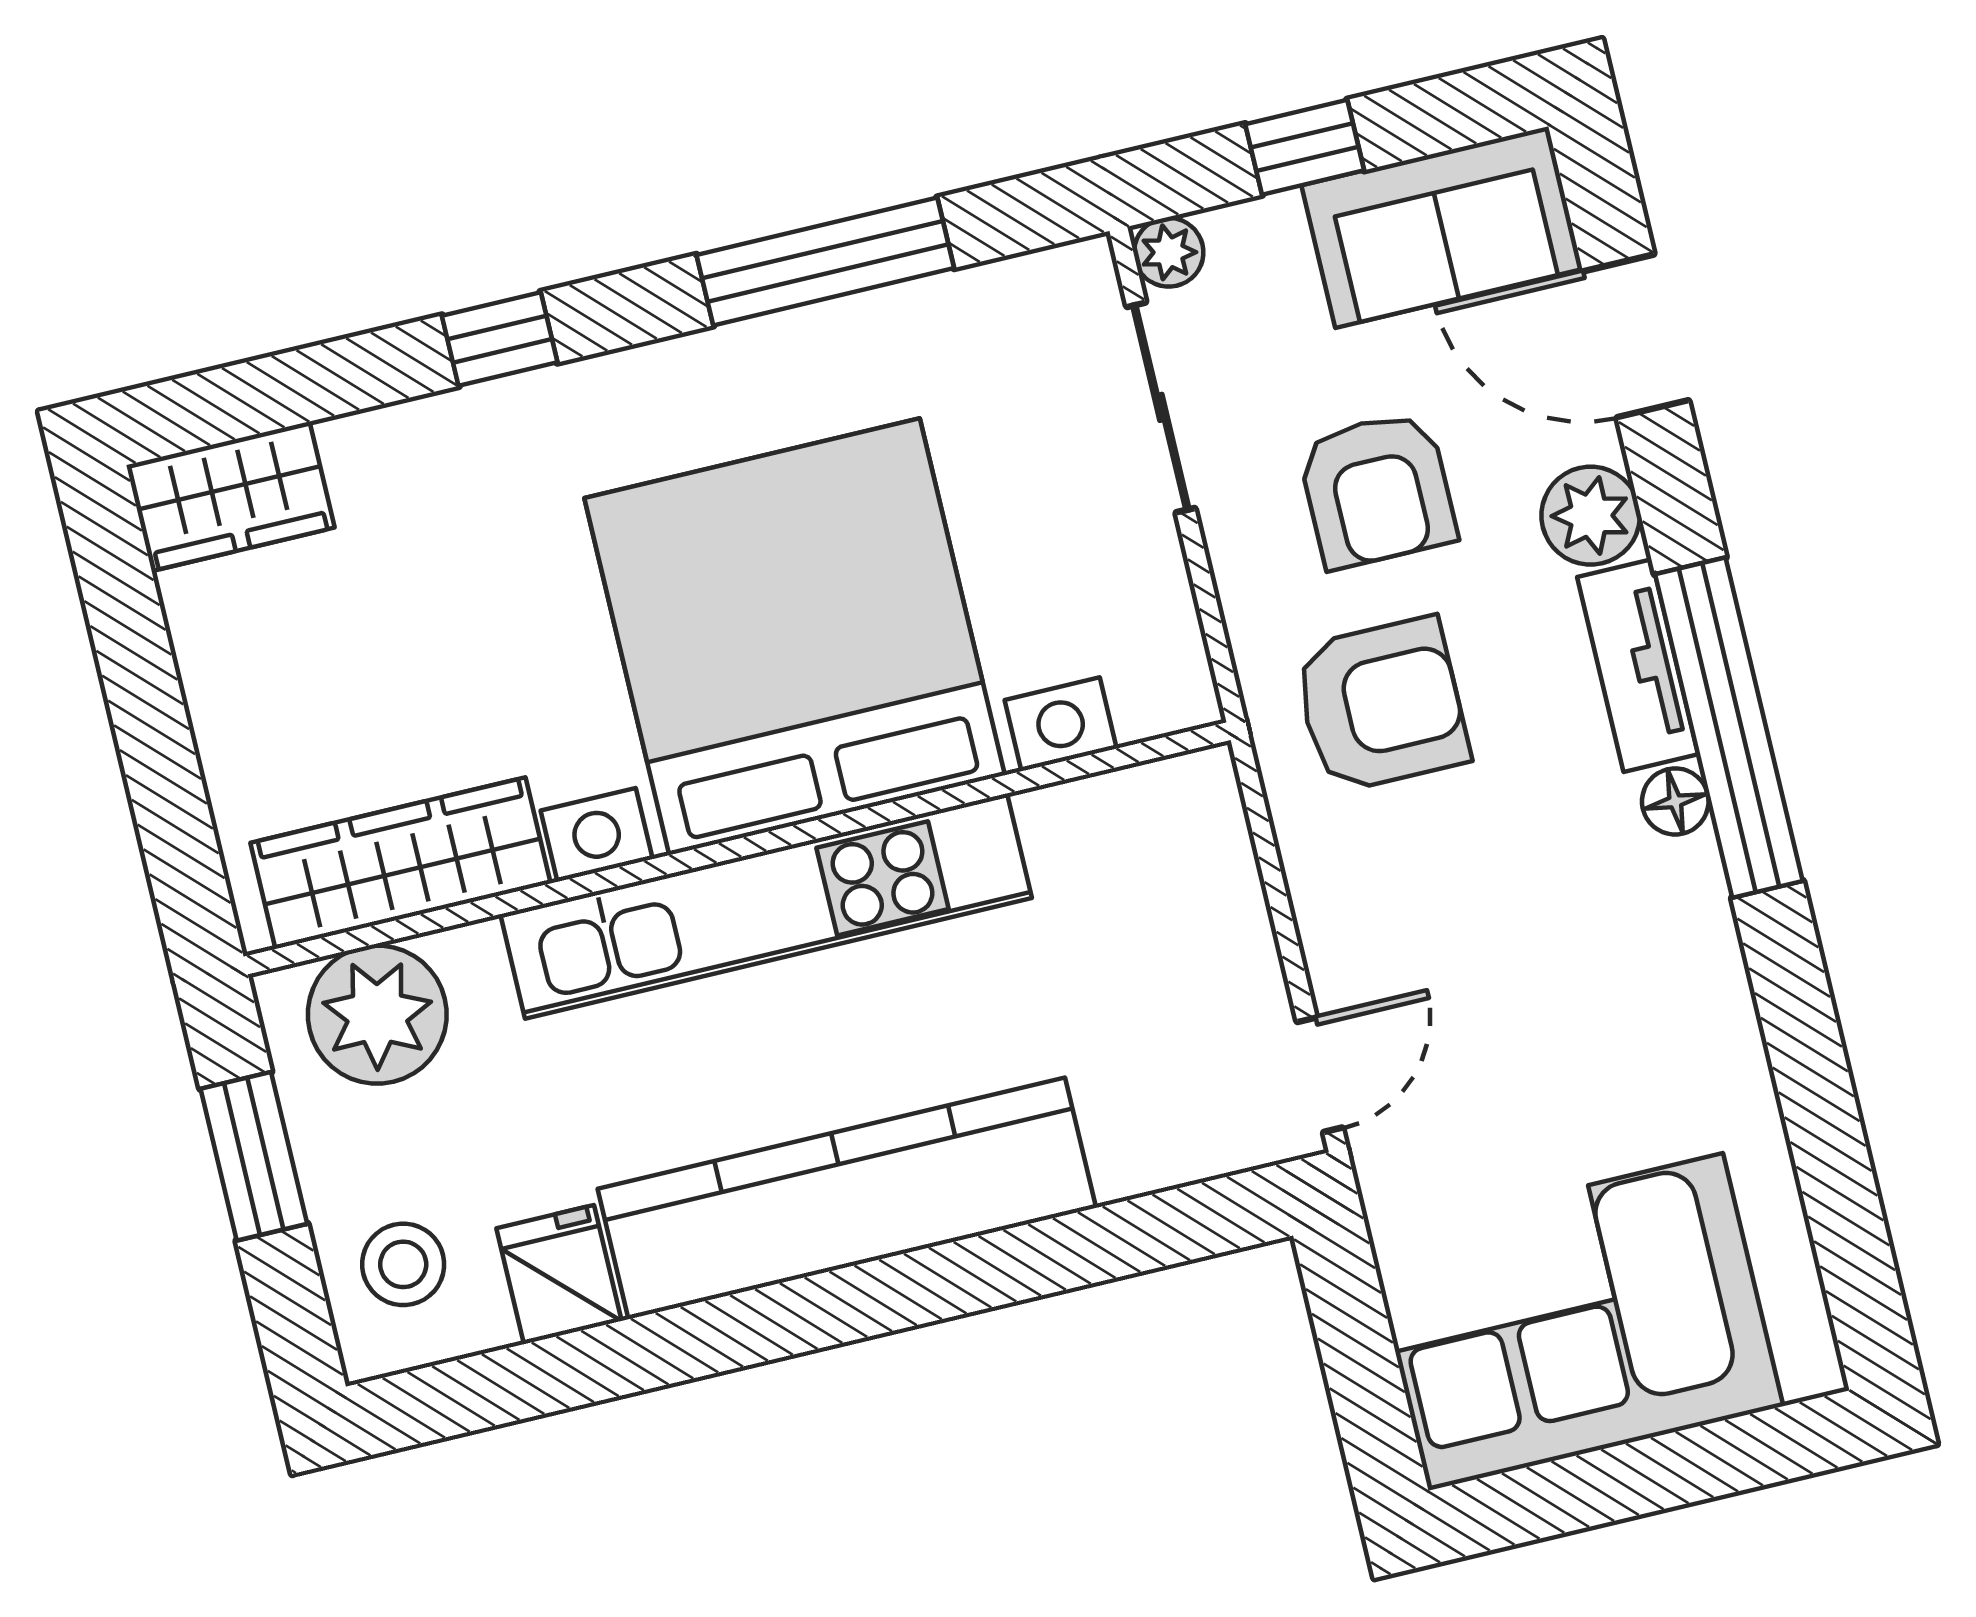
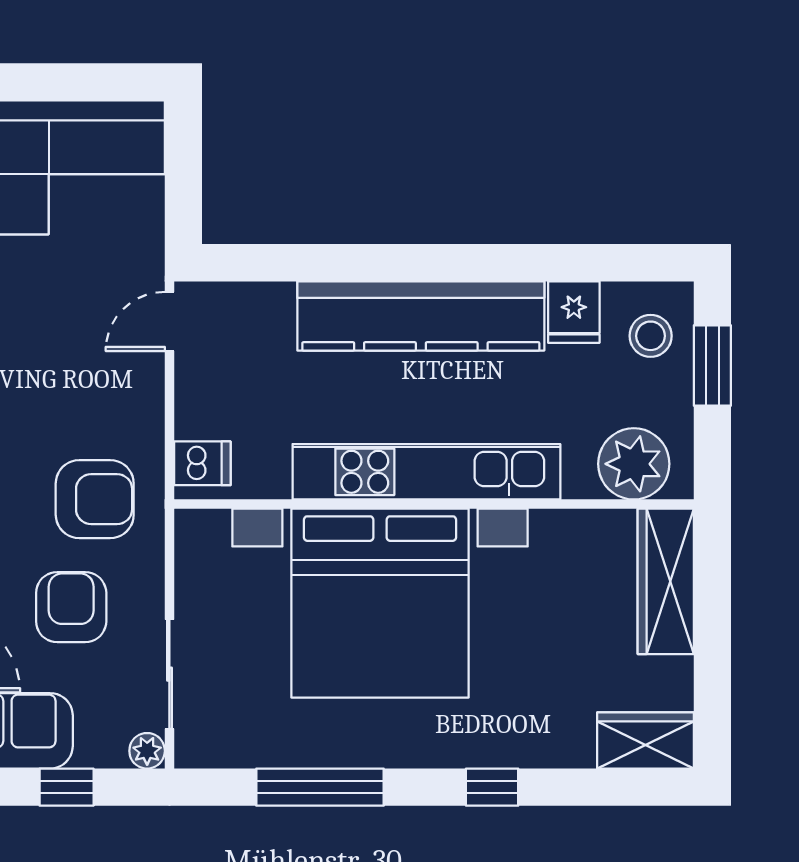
armchair: (1381, 705) -> (95, 499), turned 180
dishwasher: (1194, 821) -> (202, 463), added
wardrobe: (400, 863) -> (666, 581), moved, turned 90
window: (254, 1156) -> (712, 365), moved

